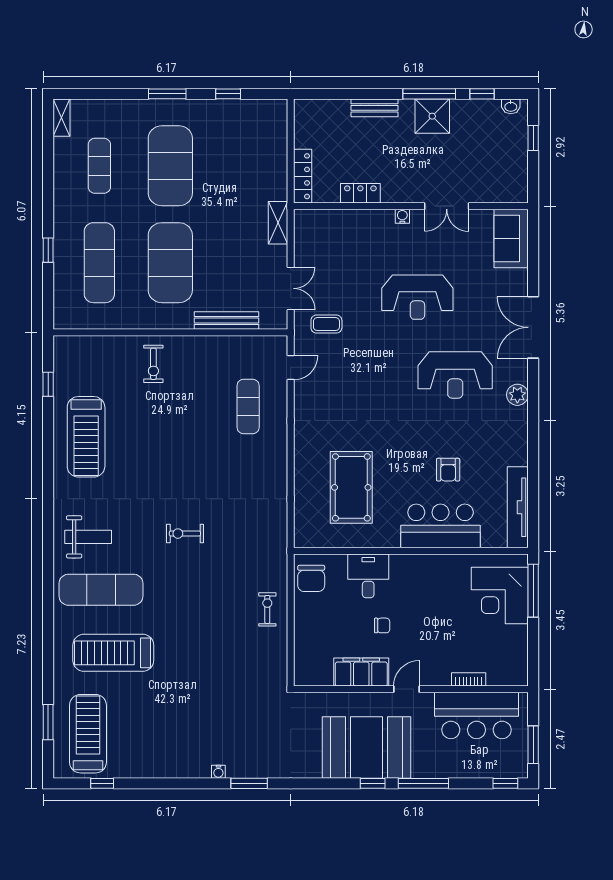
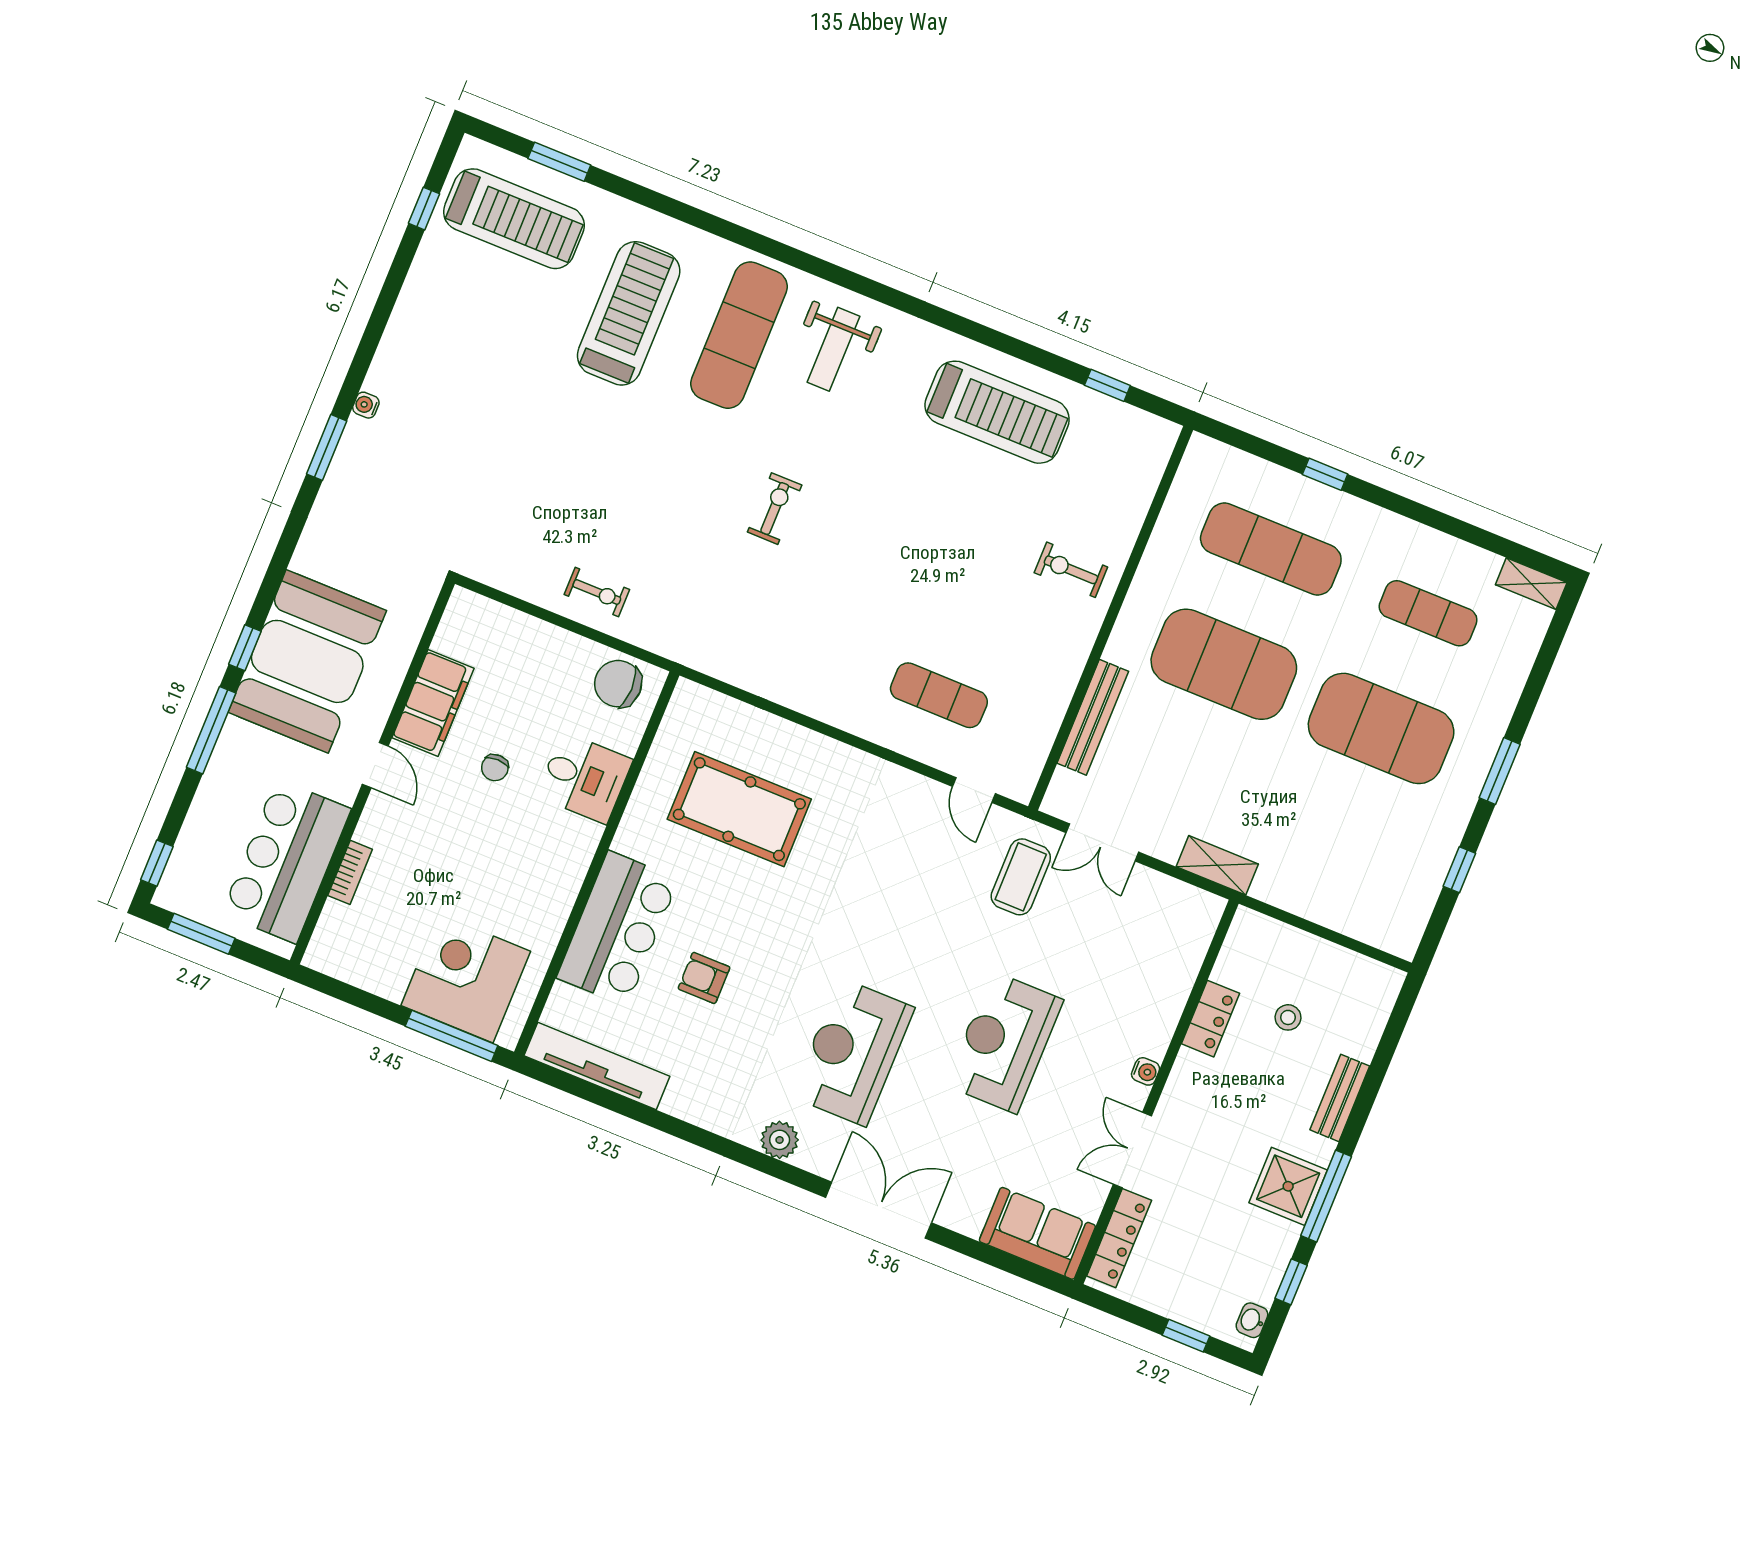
stool: (343, 153) -> (1288, 1017), added
locker: (303, 176) -> (1119, 1238), moved, turned -90
coffee table: (326, 324) -> (1021, 877), width x1.36, depth x1.30
treadmill: (86, 437) -> (997, 412), turned 180

